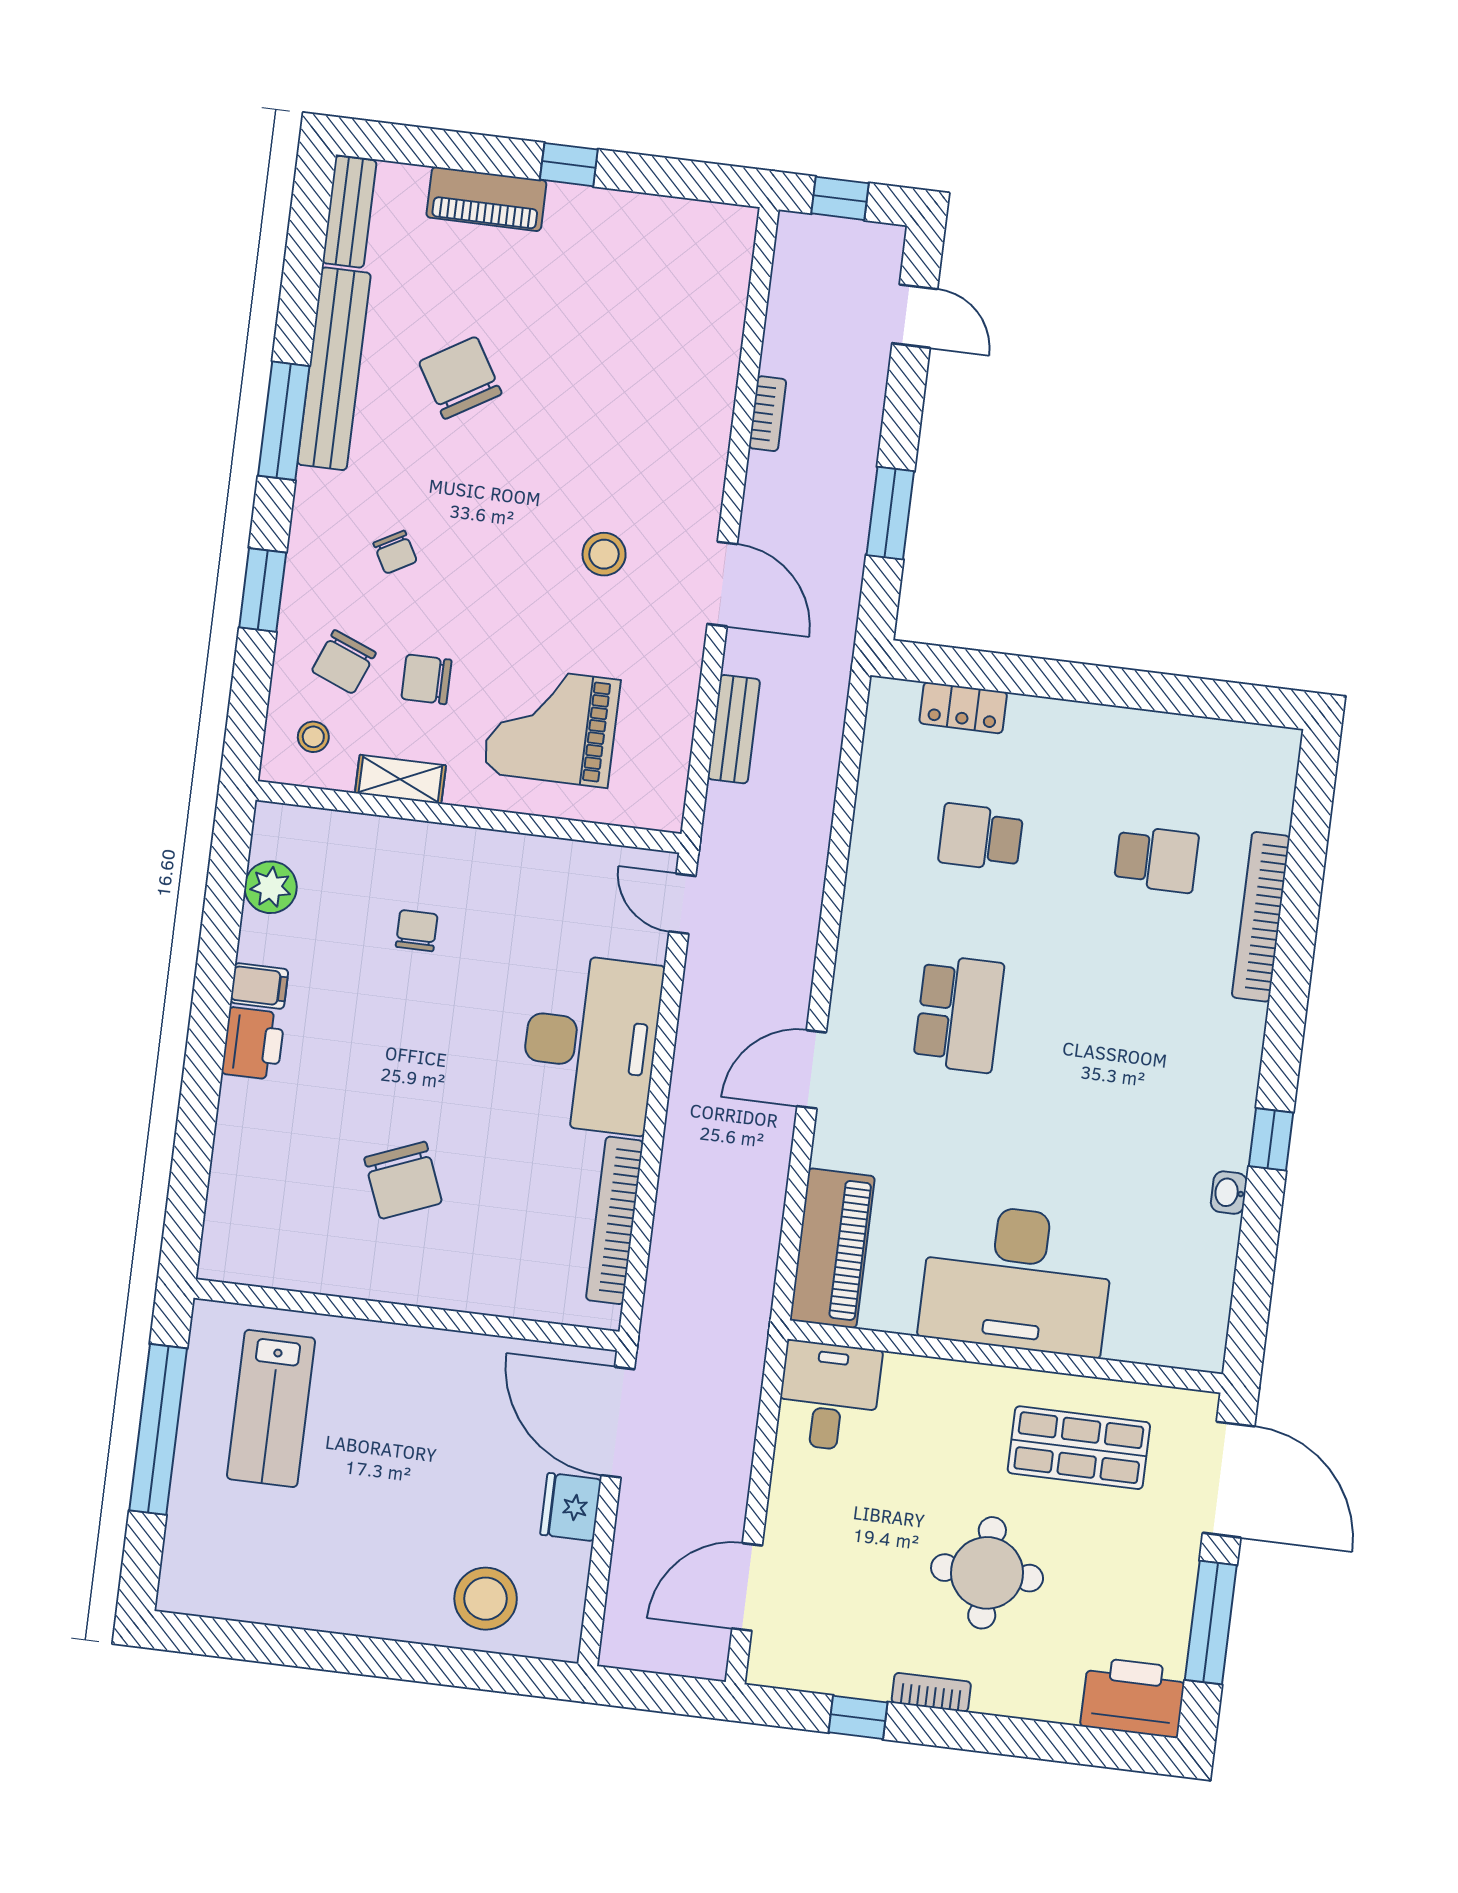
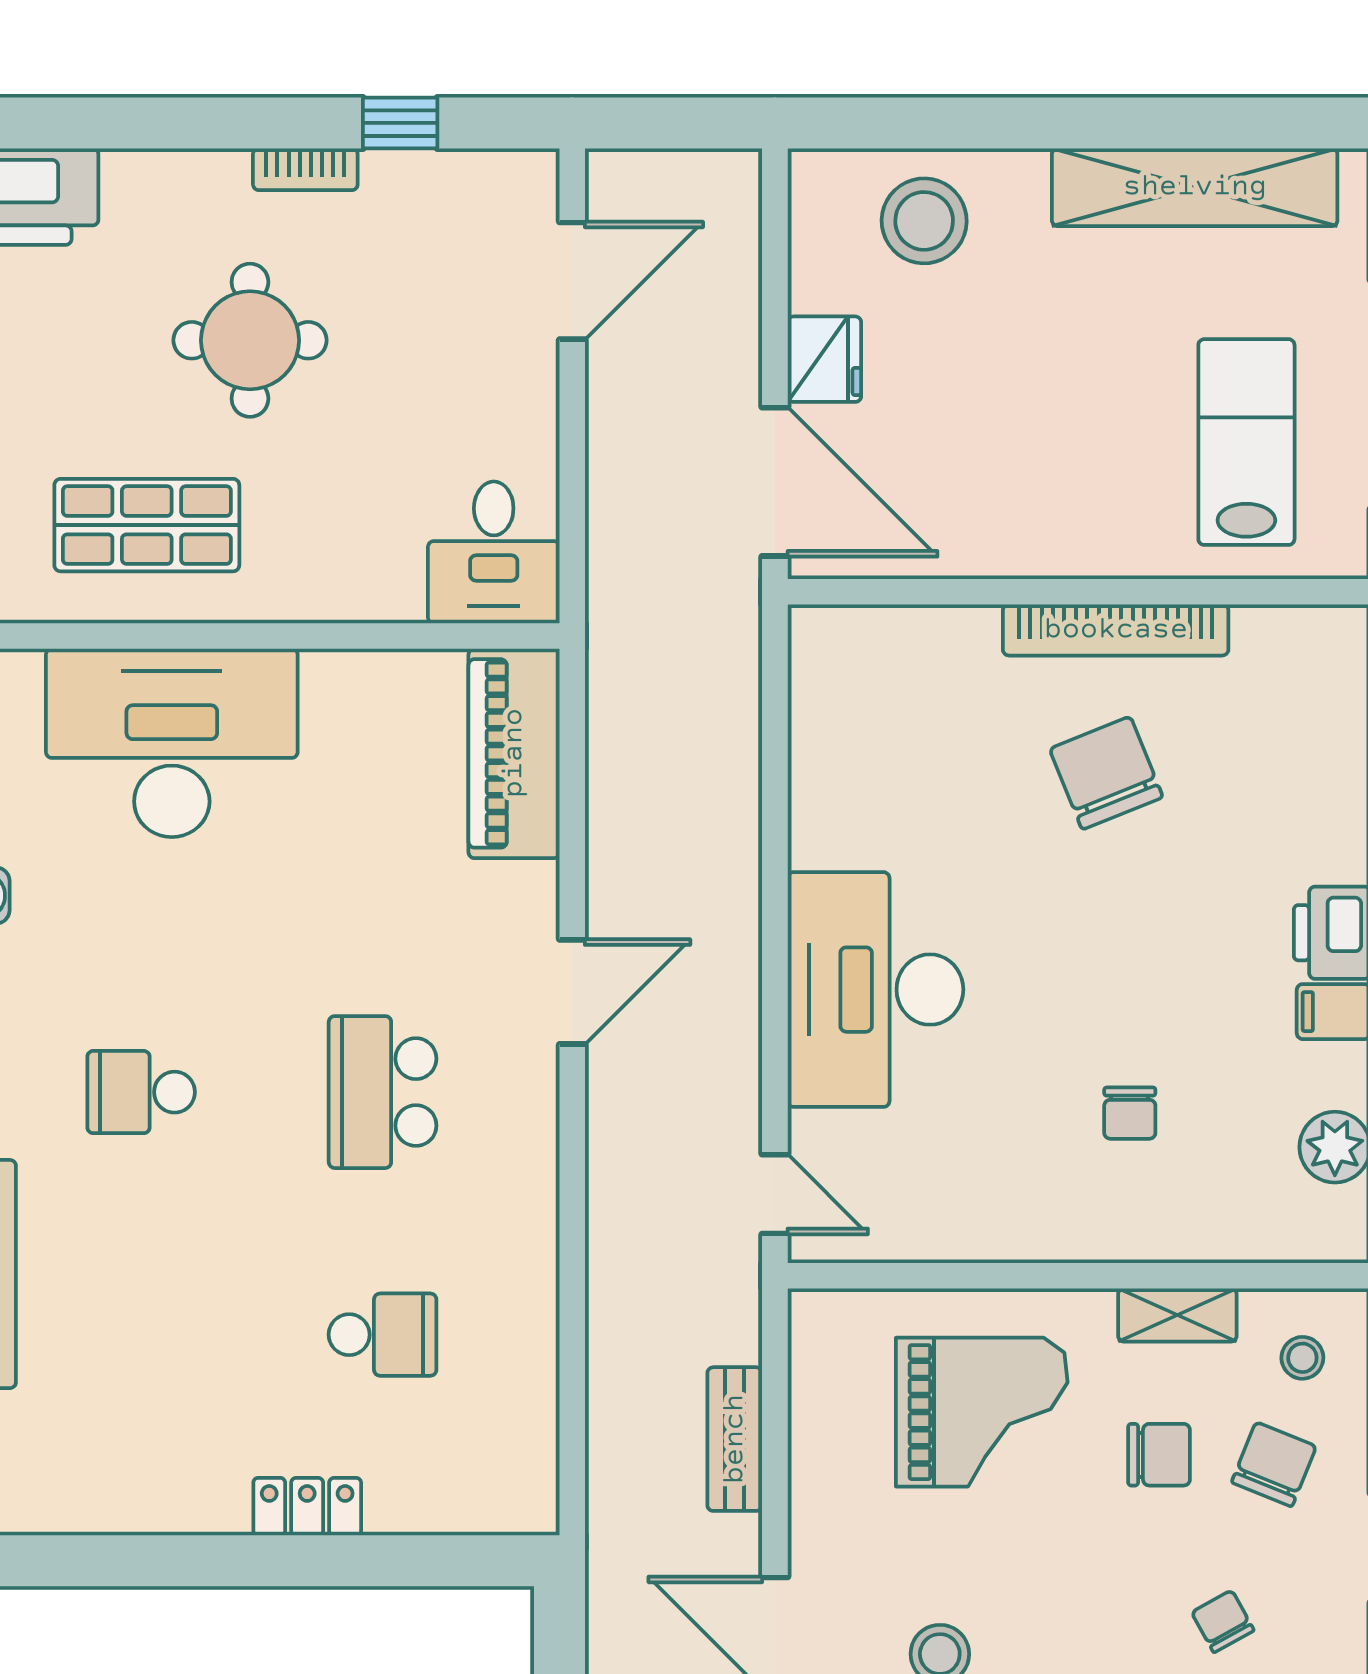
locker: (963, 708) -> (307, 1507), moved
school desk: (1156, 859) -> (141, 1092), moved
bookcase: (615, 1220) -> (1116, 630), moved, turned 90
desk: (1017, 1279) -> (172, 743), moved
shelving: (286, 1599) -> (1195, 187), added

